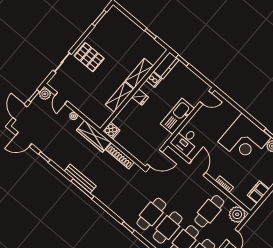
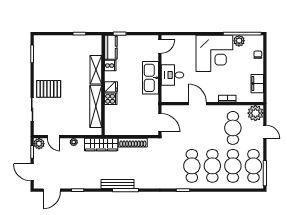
shelving: (119, 97) -> (96, 106), width x1.47
cooker: (111, 131) -> (111, 99), moved
desk: (185, 141) -> (173, 75), moved, turned 90
door: (155, 158) -> (160, 123), hinge flipped

